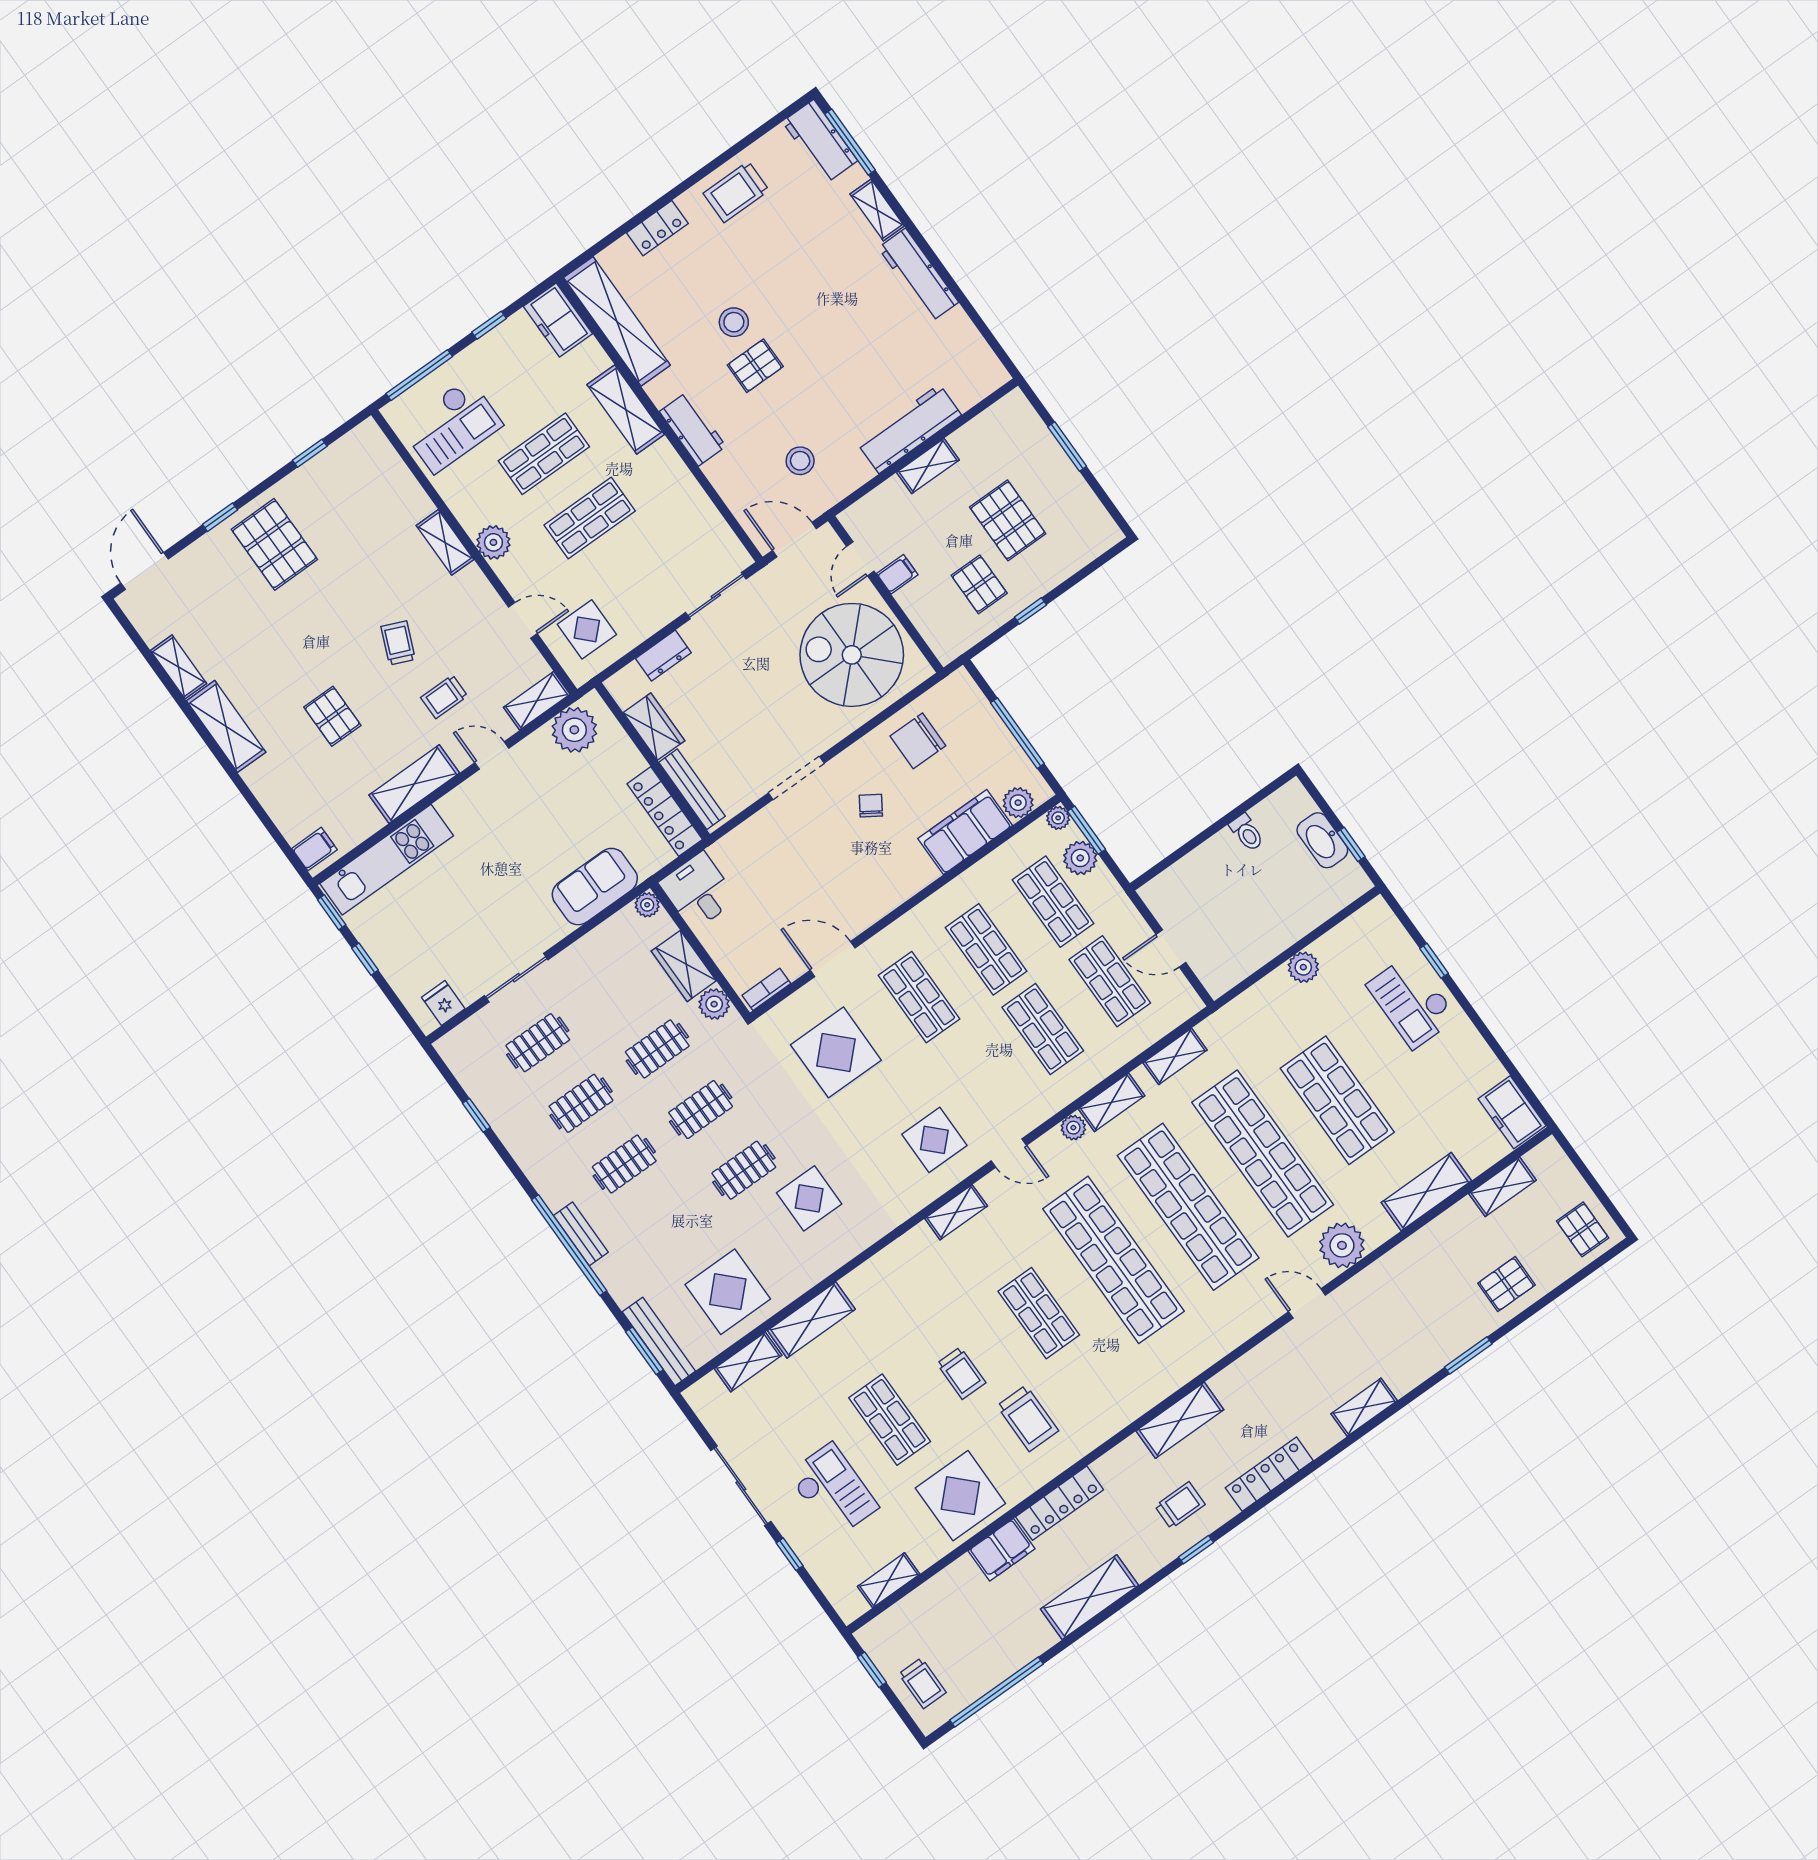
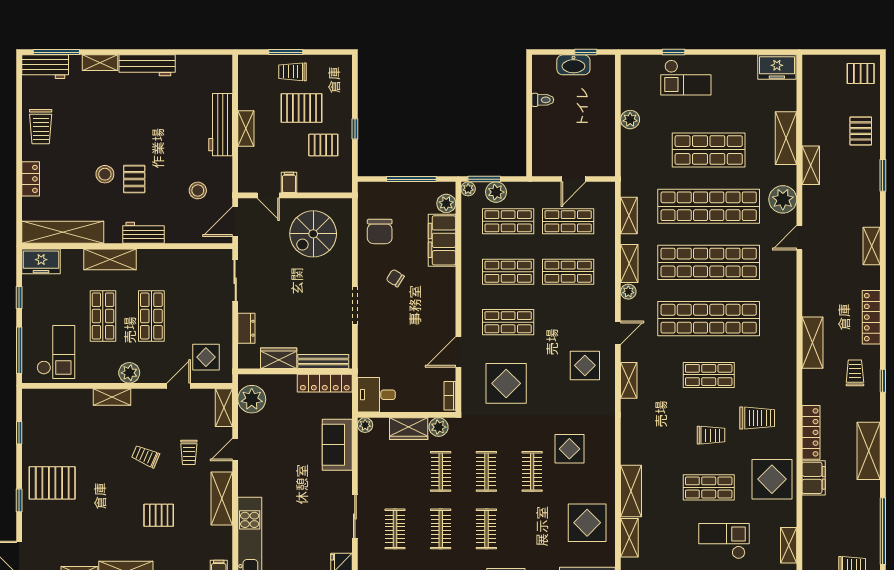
trolley: (1047, 474) -> (293, 72), added
spiral stairs: (852, 655) -> (313, 234), width x0.73, depth x0.73
shelving: (1502, 1187) -> (811, 165), moved

